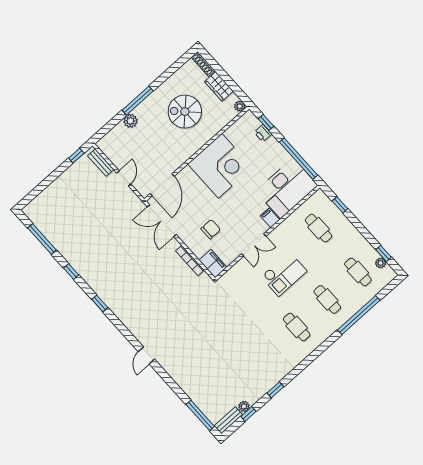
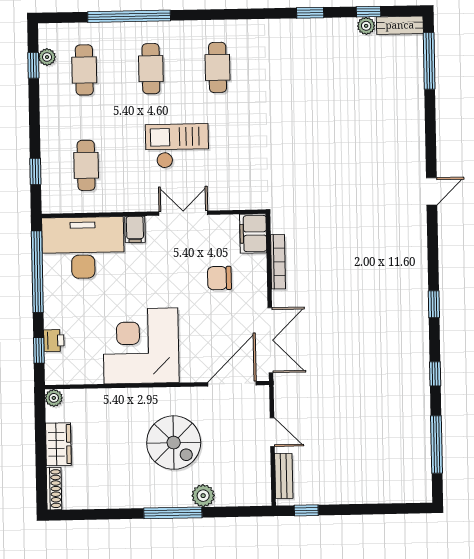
spiral stairs: (185, 112) -> (174, 443), moved
door: (124, 178) -> (272, 432), swing flipped

